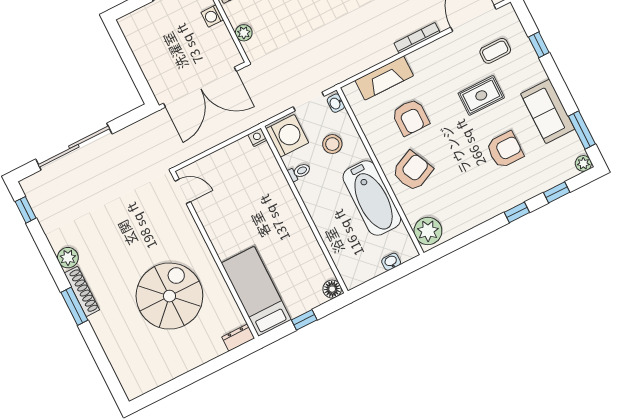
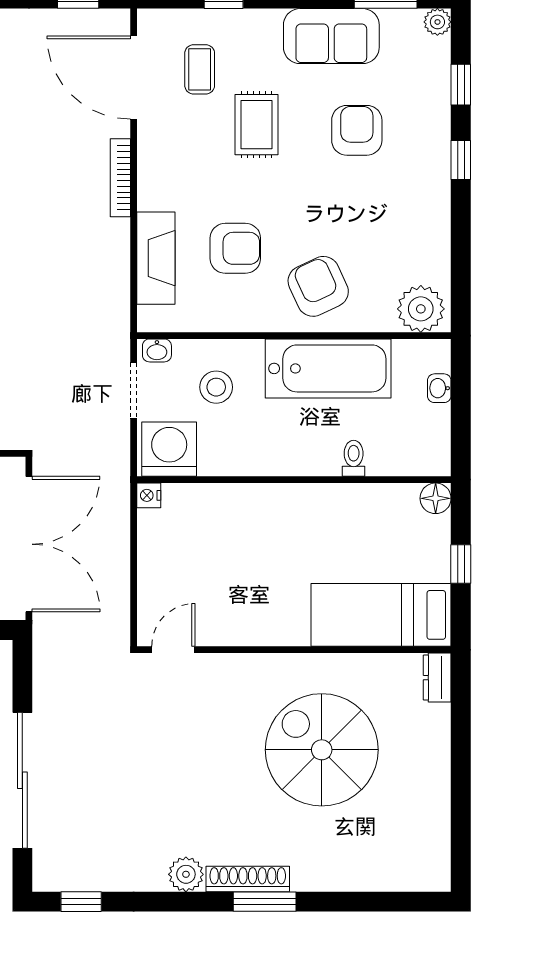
toilet: (299, 172) -> (354, 458), moved

